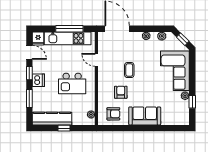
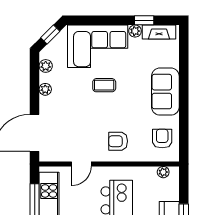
coffee table: (129, 70) -> (104, 85), moved
armchair: (121, 92) -> (118, 141), moved
fireplace: (184, 112) -> (159, 32), added

